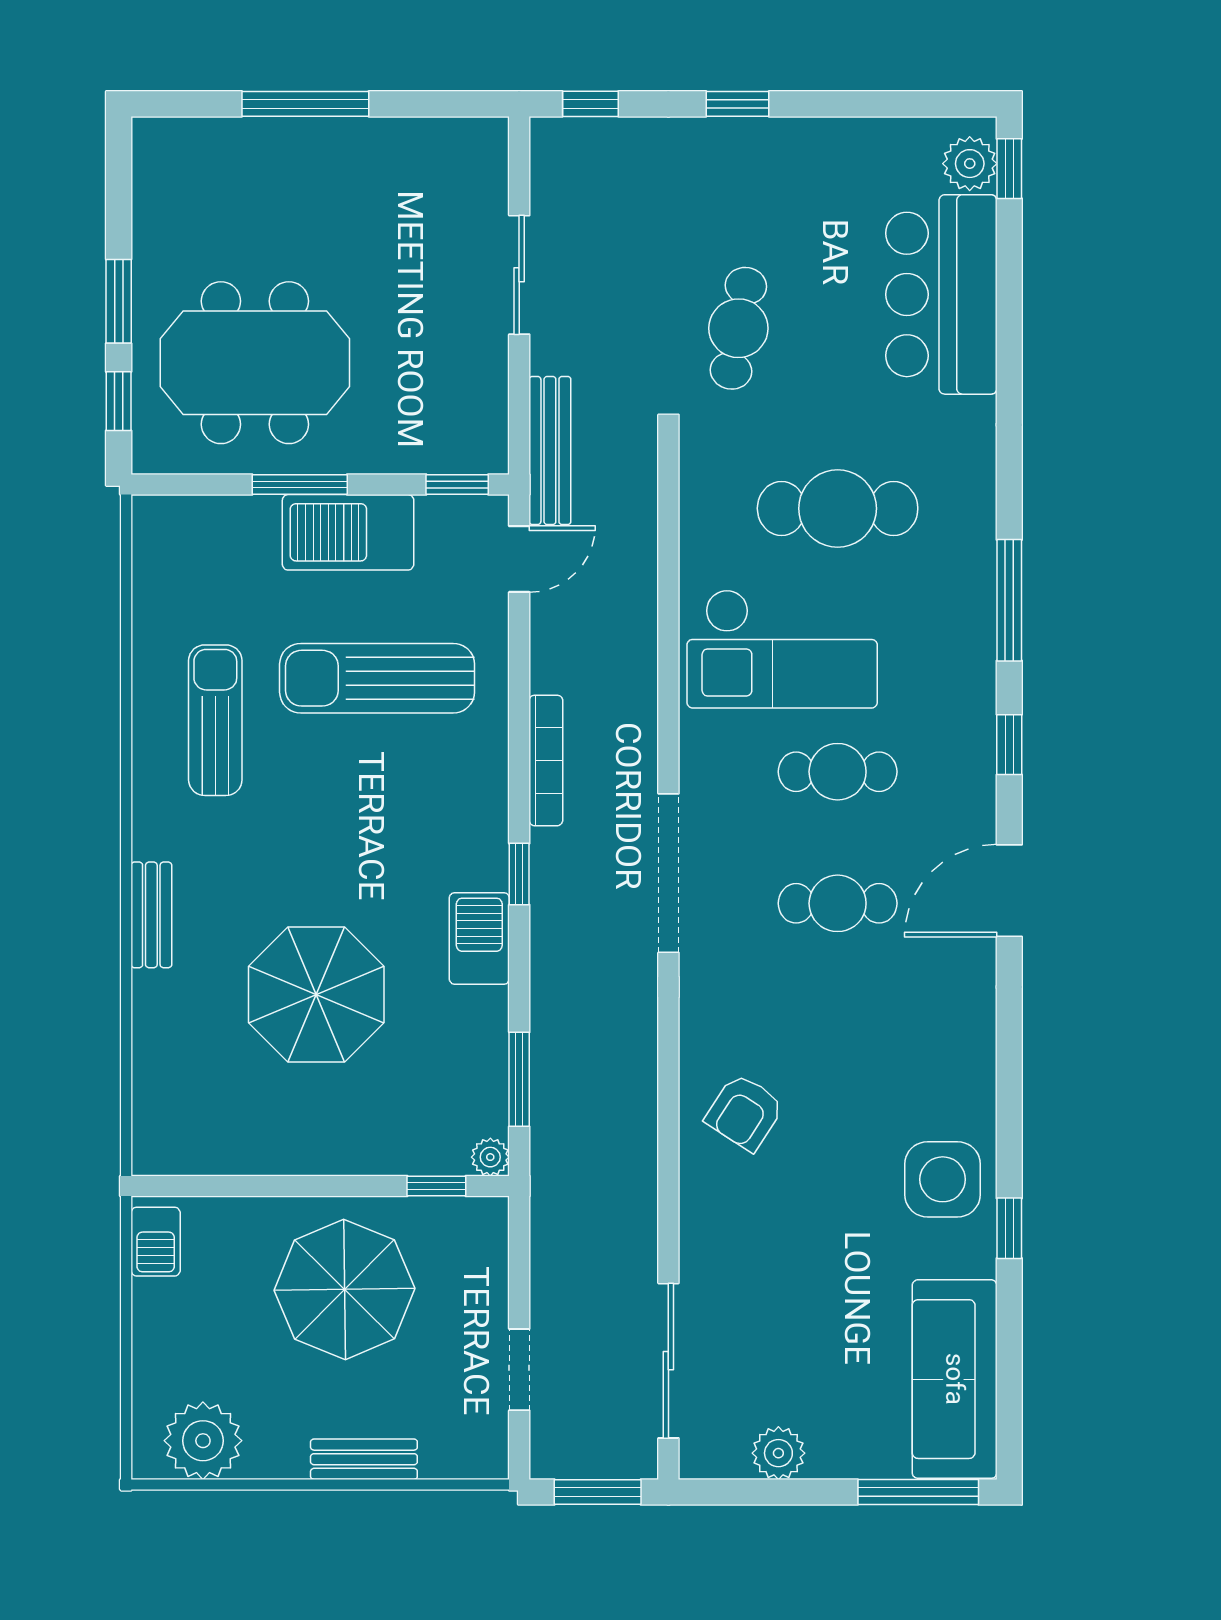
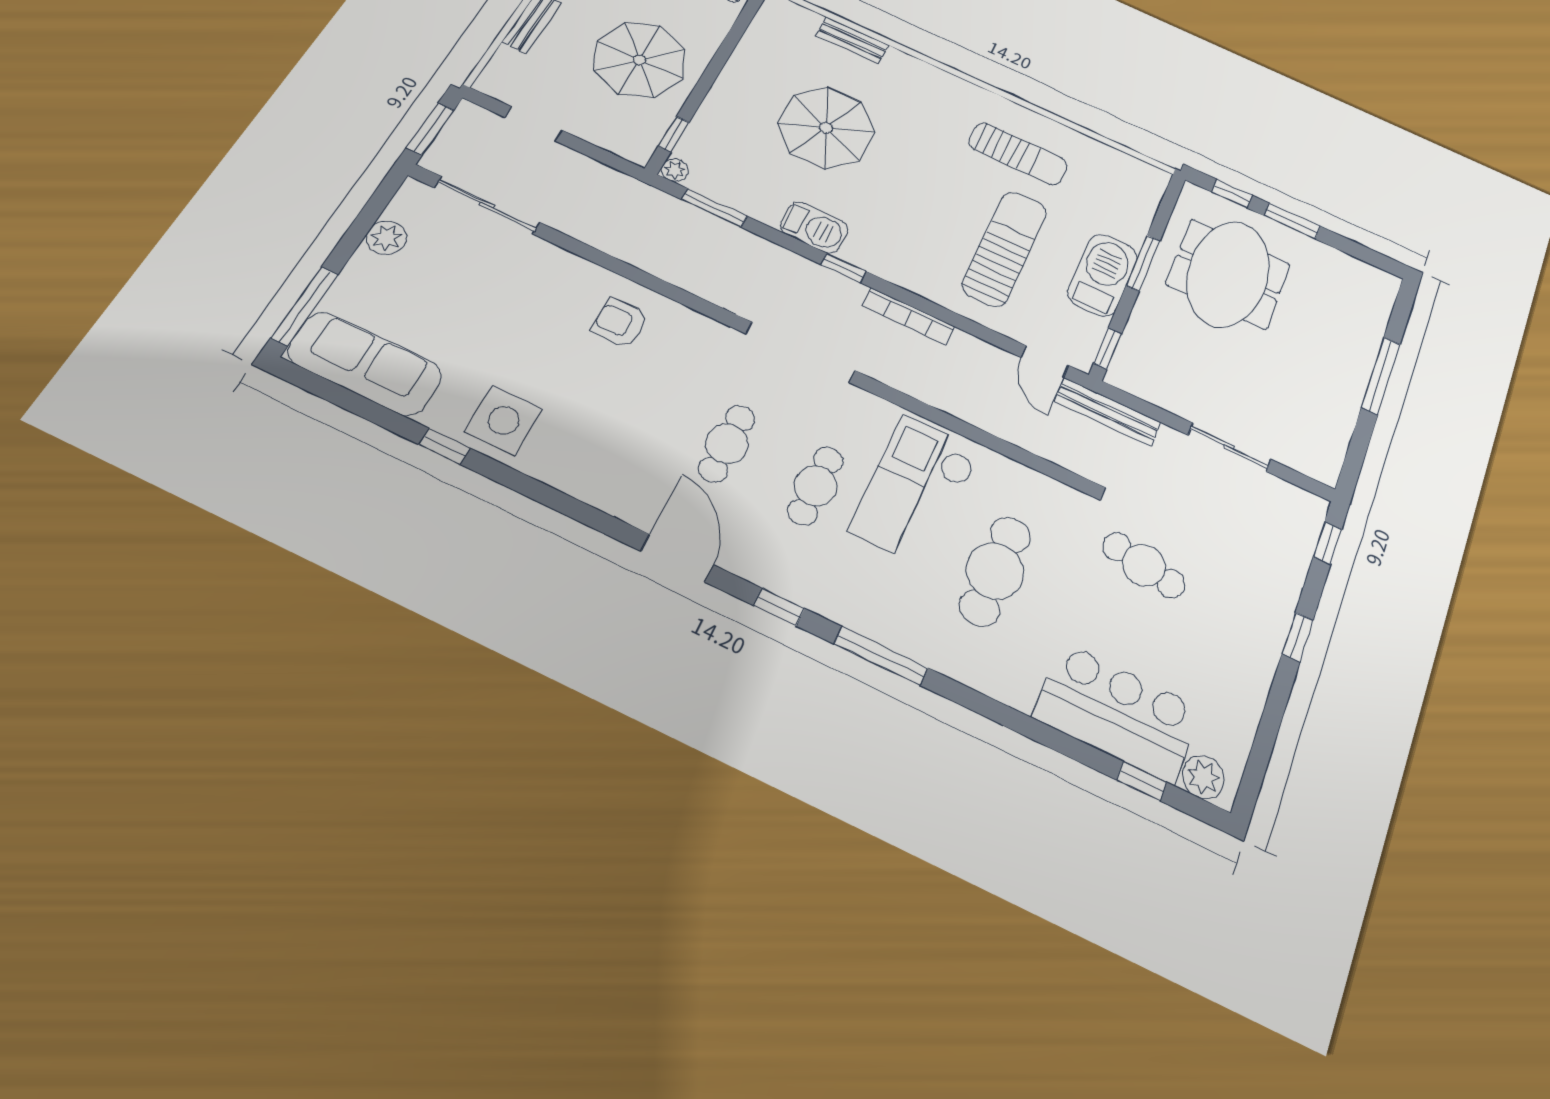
window: (1009, 169) -> (1142, 781), moved
bench: (151, 915) -> (852, 40), moved
armchair: (745, 1112) -> (620, 323), turned -33

